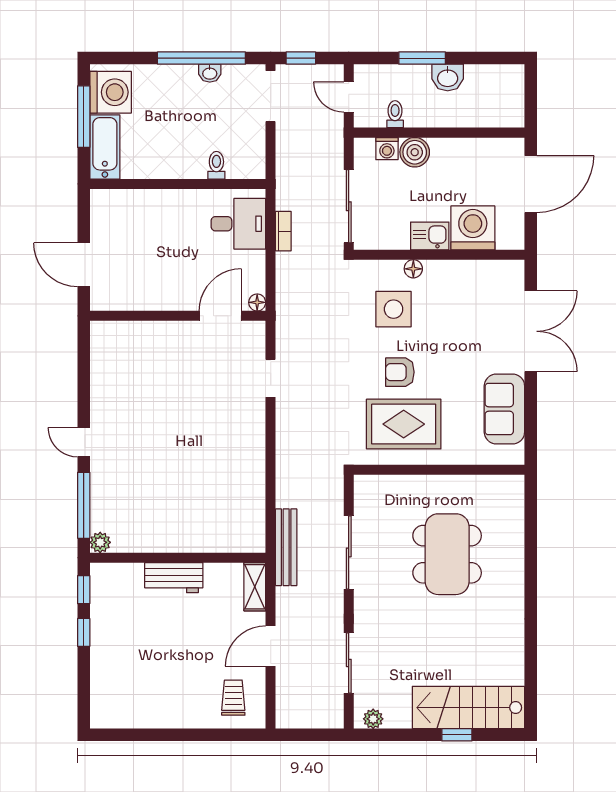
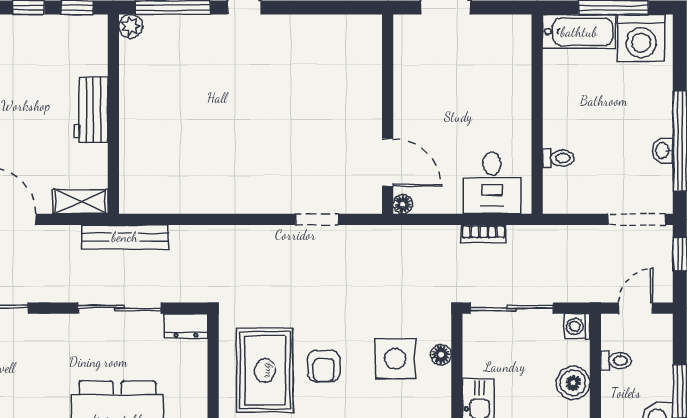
washing machine: (387, 149) -> (577, 326), moved
floor lamp: (413, 269) -> (441, 355), moved
armchair: (400, 372) -> (324, 366), turned 180
dresser: (364, 494) -> (186, 326), added

